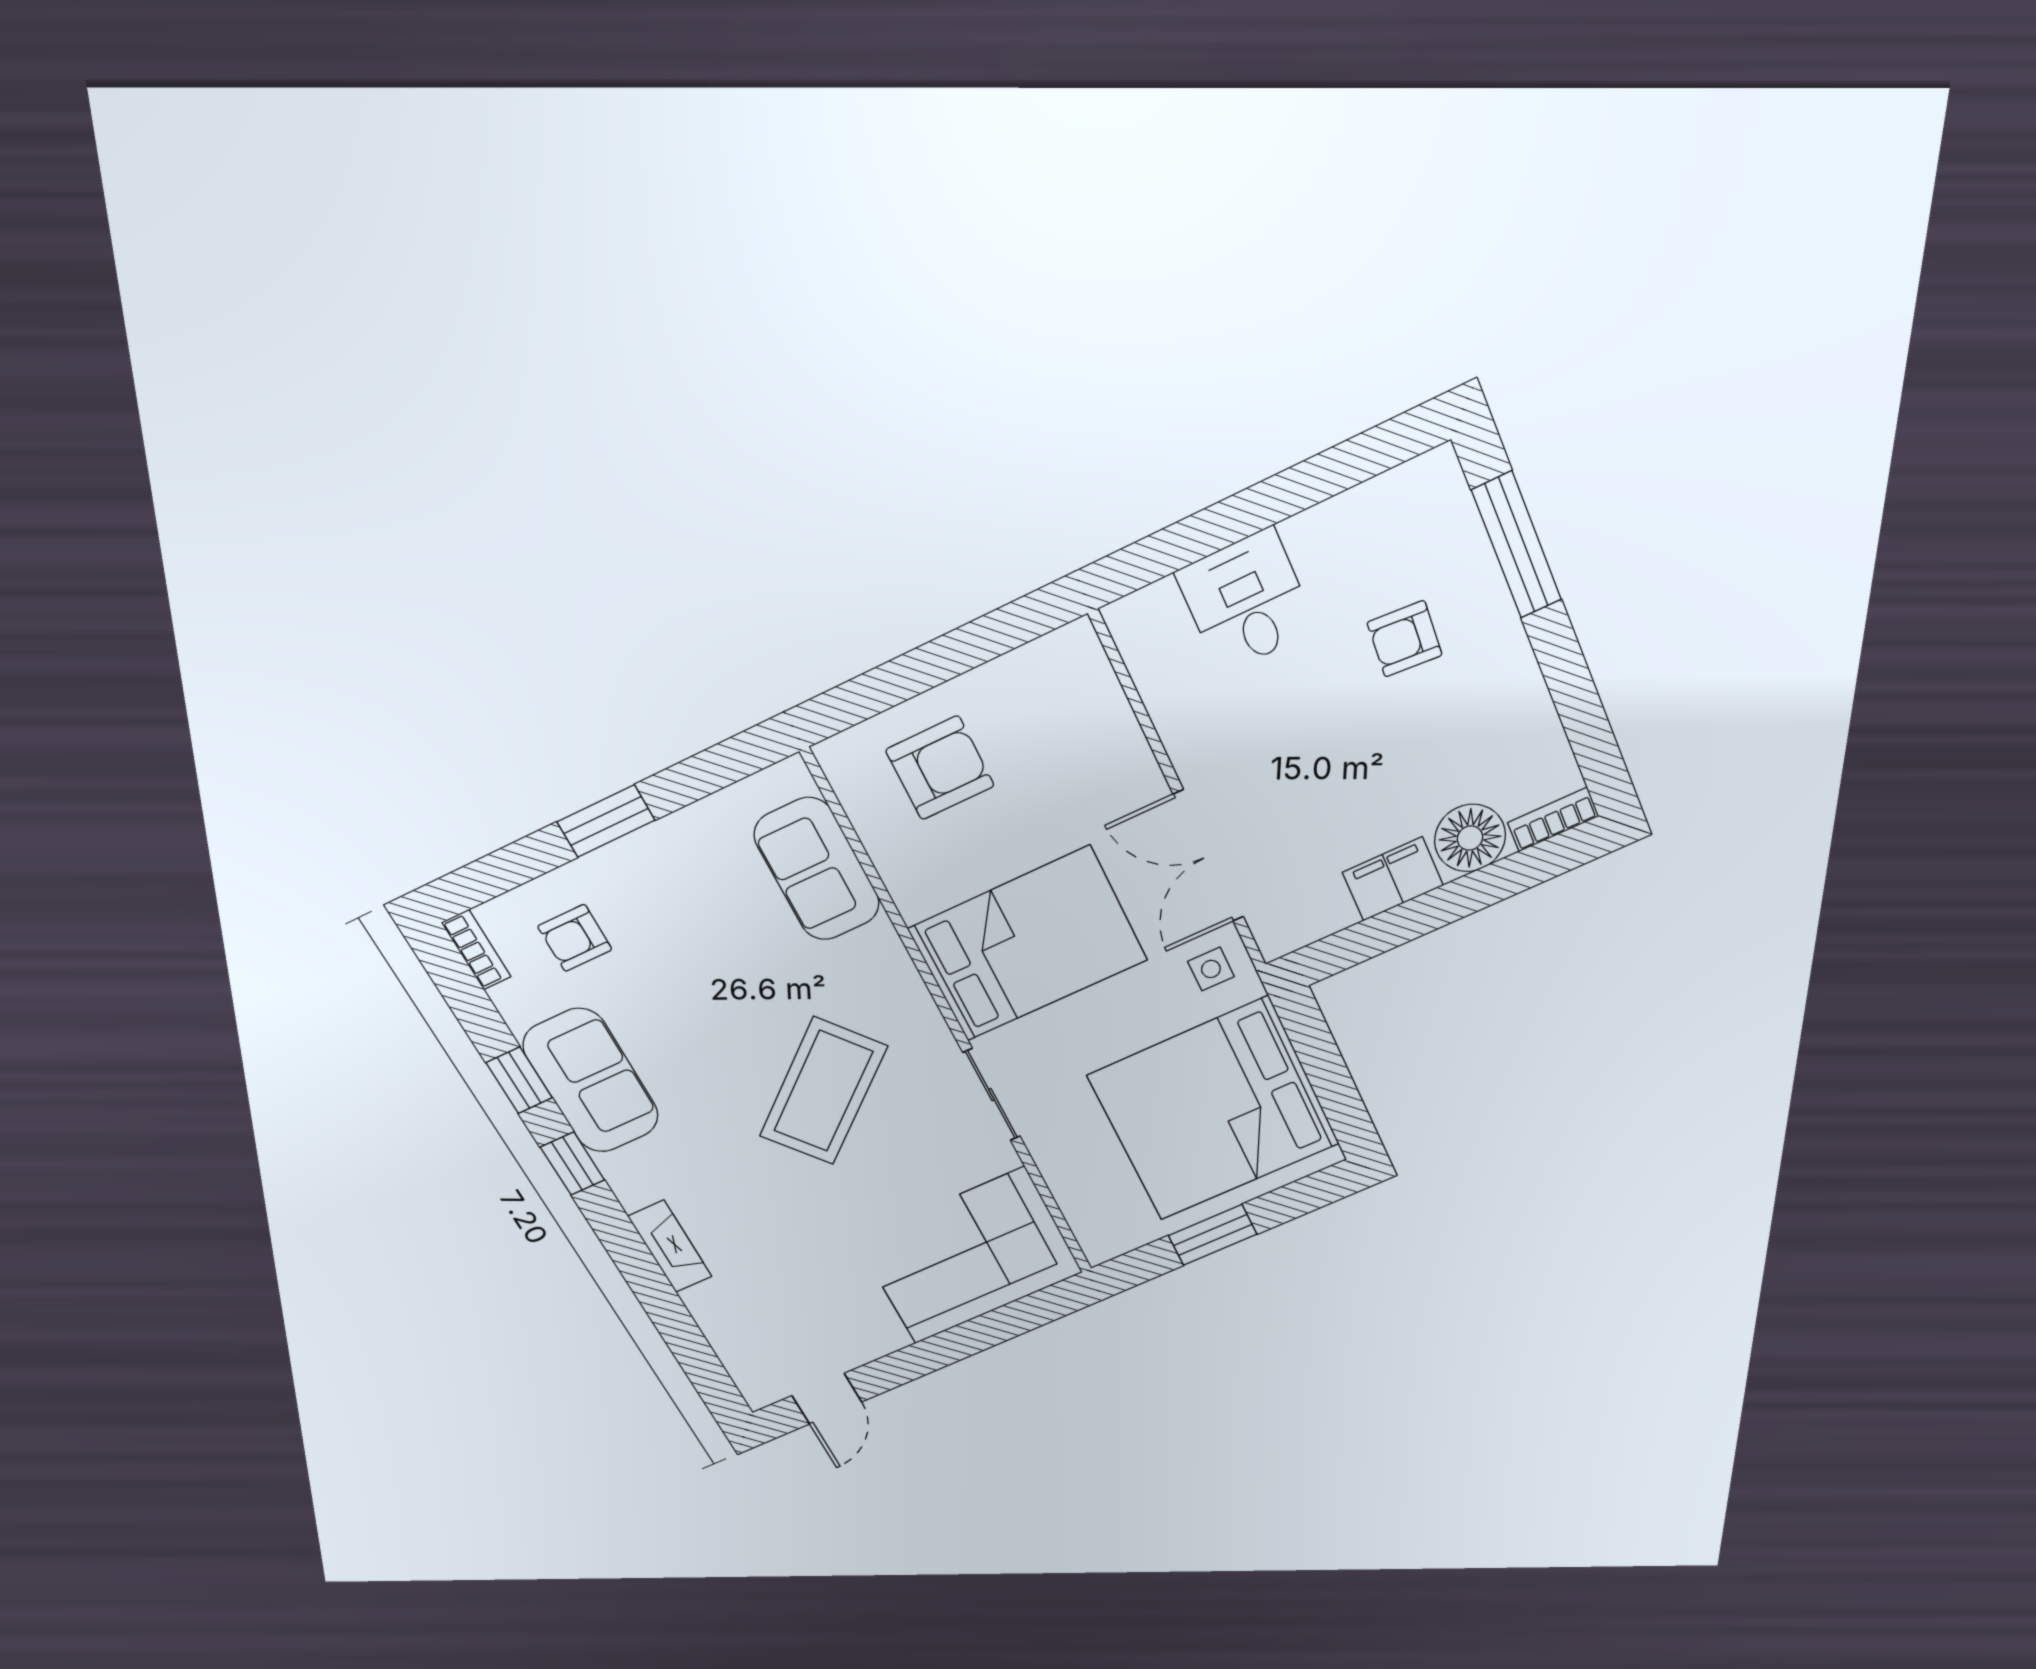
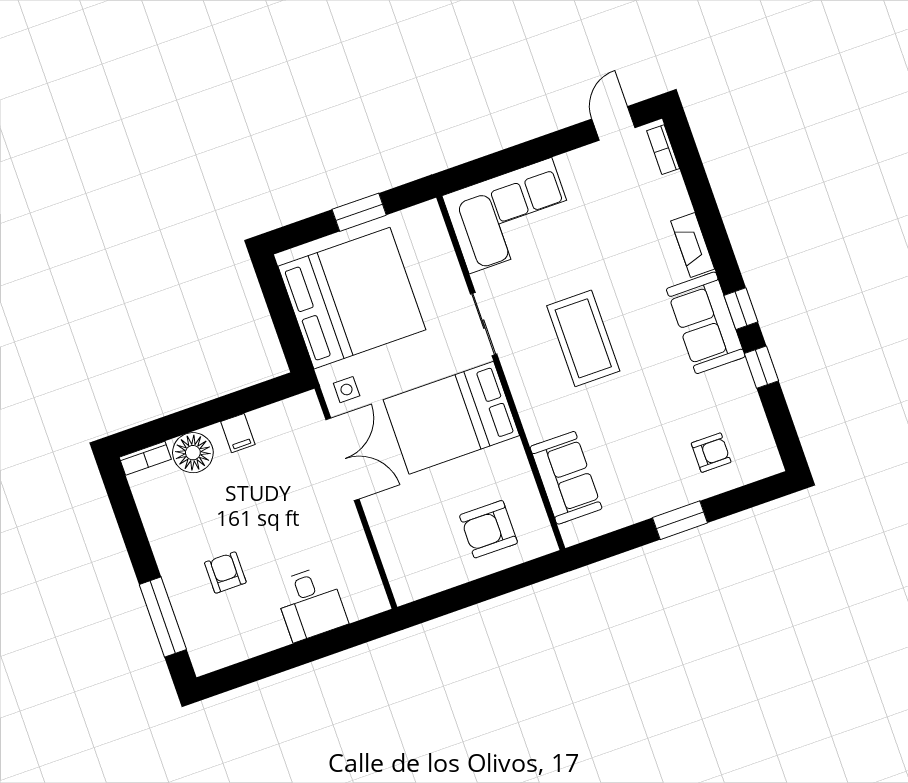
armchair: (1405, 639) -> (225, 573), turned -94
filing cabinet: (1393, 879) -> (238, 433), width x0.50
bookcase: (476, 950) -> (663, 150), moved
sofa: (591, 1081) -> (706, 323), moved
coffee table: (823, 1091) -> (583, 338), turned -50

